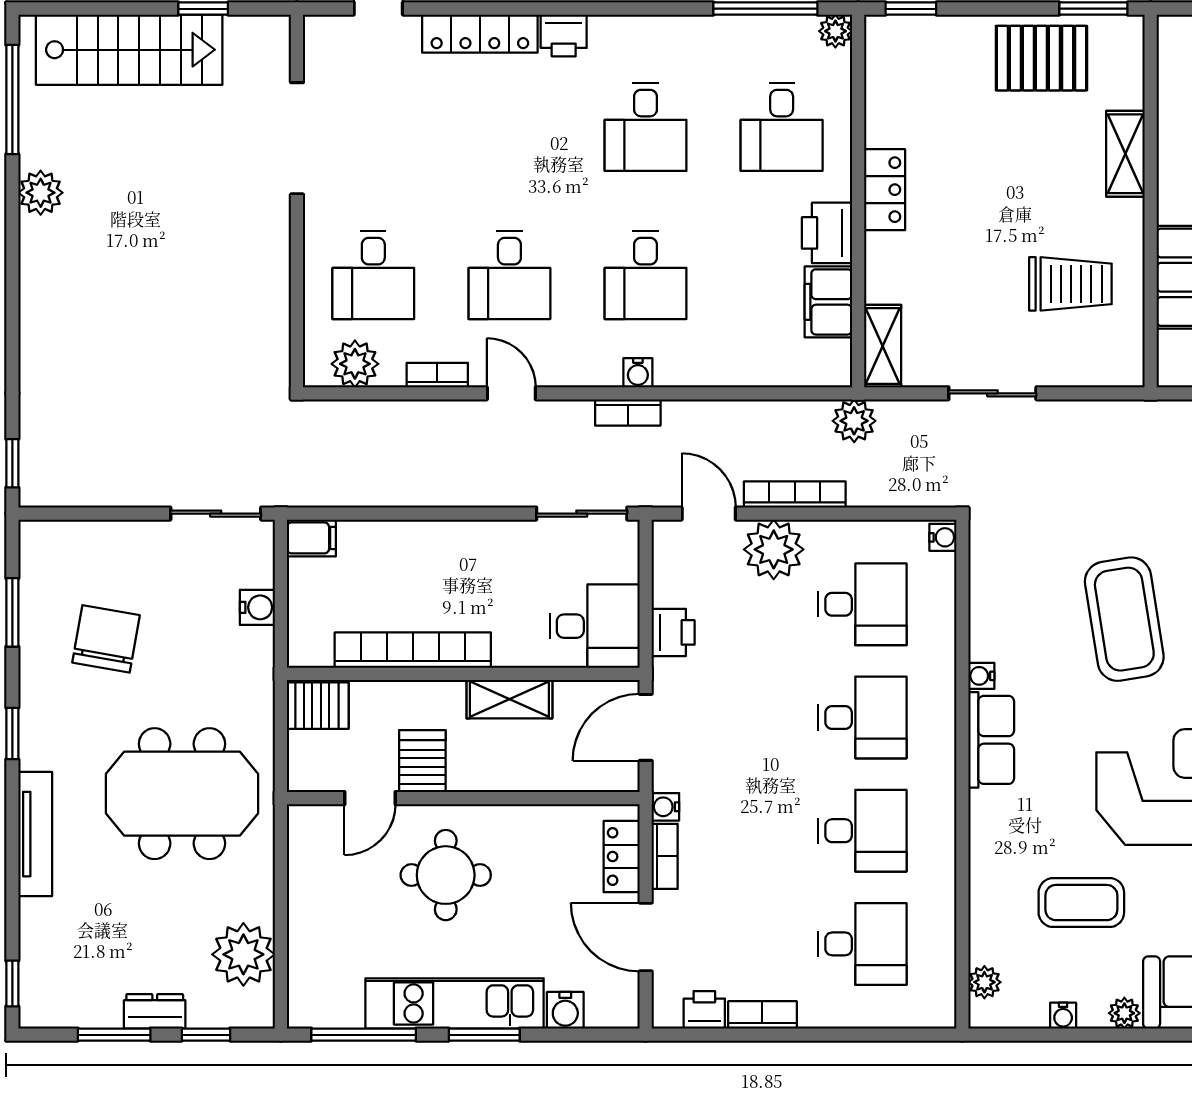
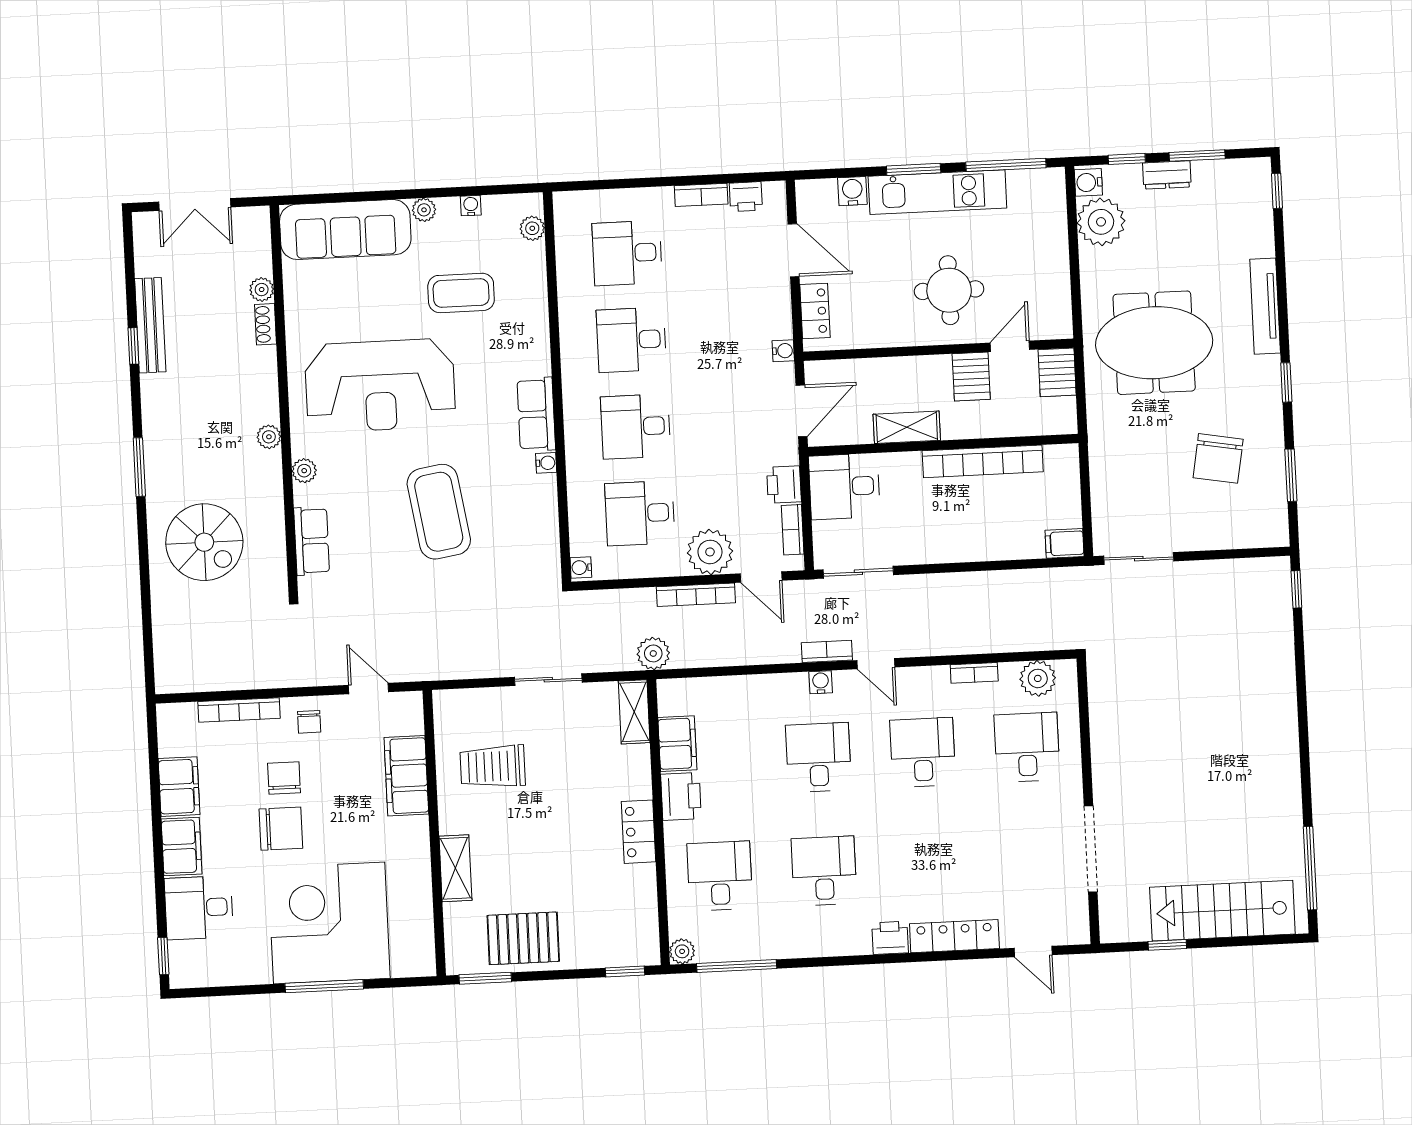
plant: (41, 193) -> (1285, 798), removed
door: (511, 393) -> (876, 664), moved
water cooler: (257, 607) -> (1088, 182), moved
server rack: (318, 706) -> (1057, 372), moved, turned -90
bookcase: (665, 856) -> (793, 530), moved

